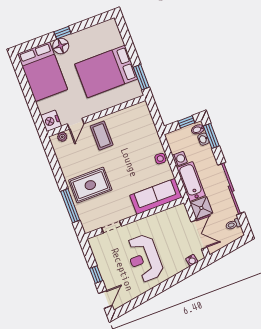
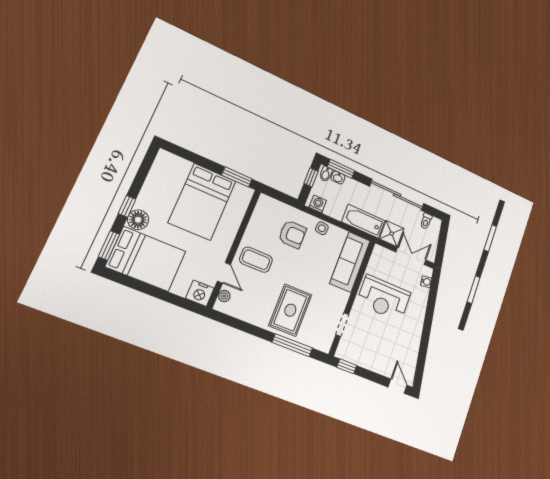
window: (31, 44) -> (109, 245), added
armchair: (138, 143) -> (292, 234), added
washing machine: (180, 159) -> (318, 204), moved
reception desk: (144, 258) -> (384, 298), moved
window: (96, 275) -> (347, 366), moved

